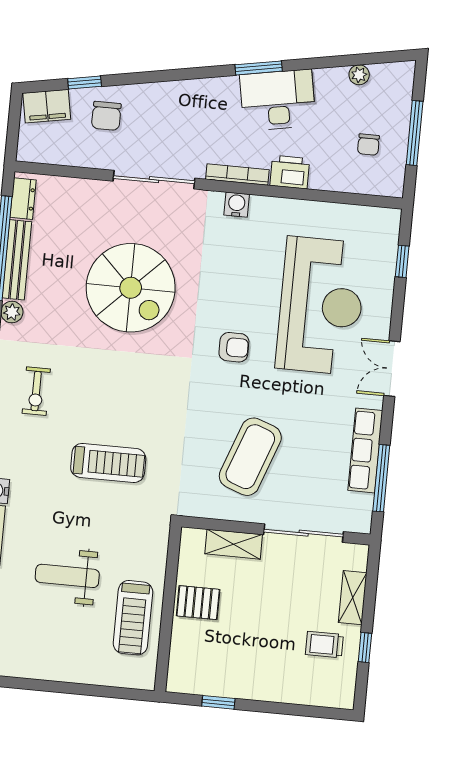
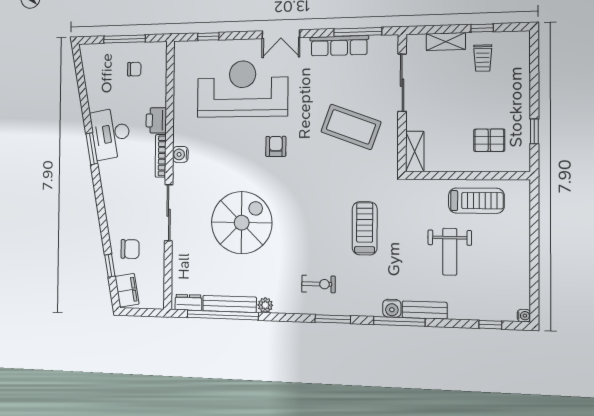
plant: (359, 75) -> (91, 81), removed
shelving: (234, 544) -> (415, 151), moved
pallet: (198, 603) -> (489, 140), moved, turned 90

